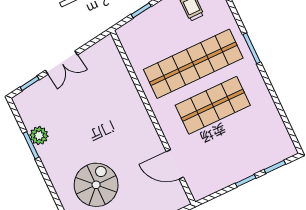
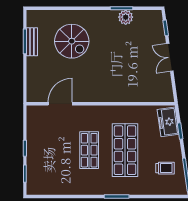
freezer: (137, 29) -> (168, 122), added
shop shelf: (193, 64) -> (125, 150), width x0.71
shop shelf: (213, 105) -> (89, 150), width x0.70, depth x0.74

